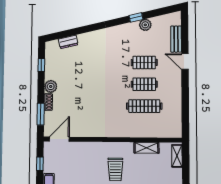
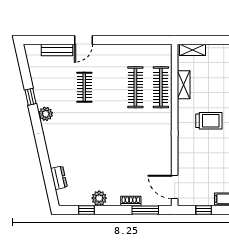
plant: (145, 25) -> (46, 114), moved
clothes rail: (144, 84) -> (161, 87), moved, width x1.36
plant: (51, 86) -> (99, 198), moved

